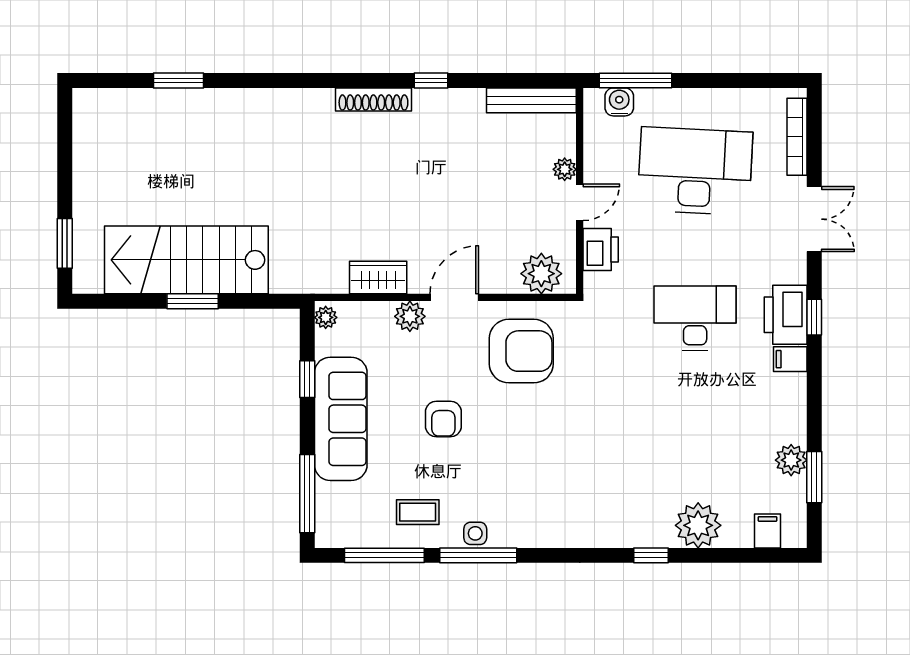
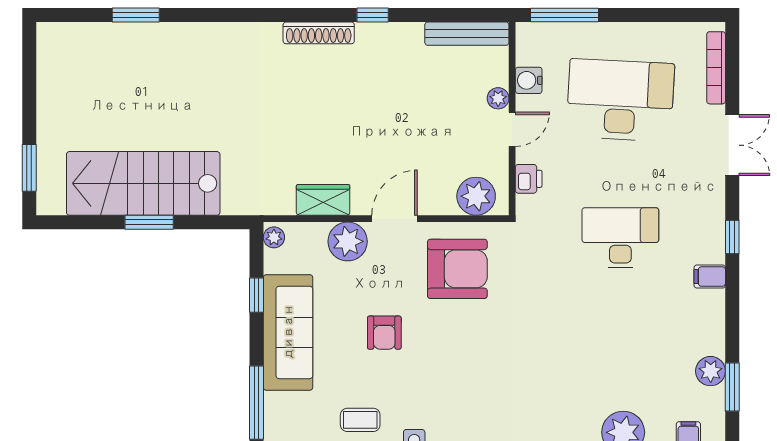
water cooler: (619, 102) -> (529, 80), moved, turned -90
printer: (601, 249) -> (529, 179), width x0.73, depth x0.81
printer: (786, 315) -> (705, 235), removed
plant: (410, 316) -> (348, 241), width x1.36, depth x1.36

